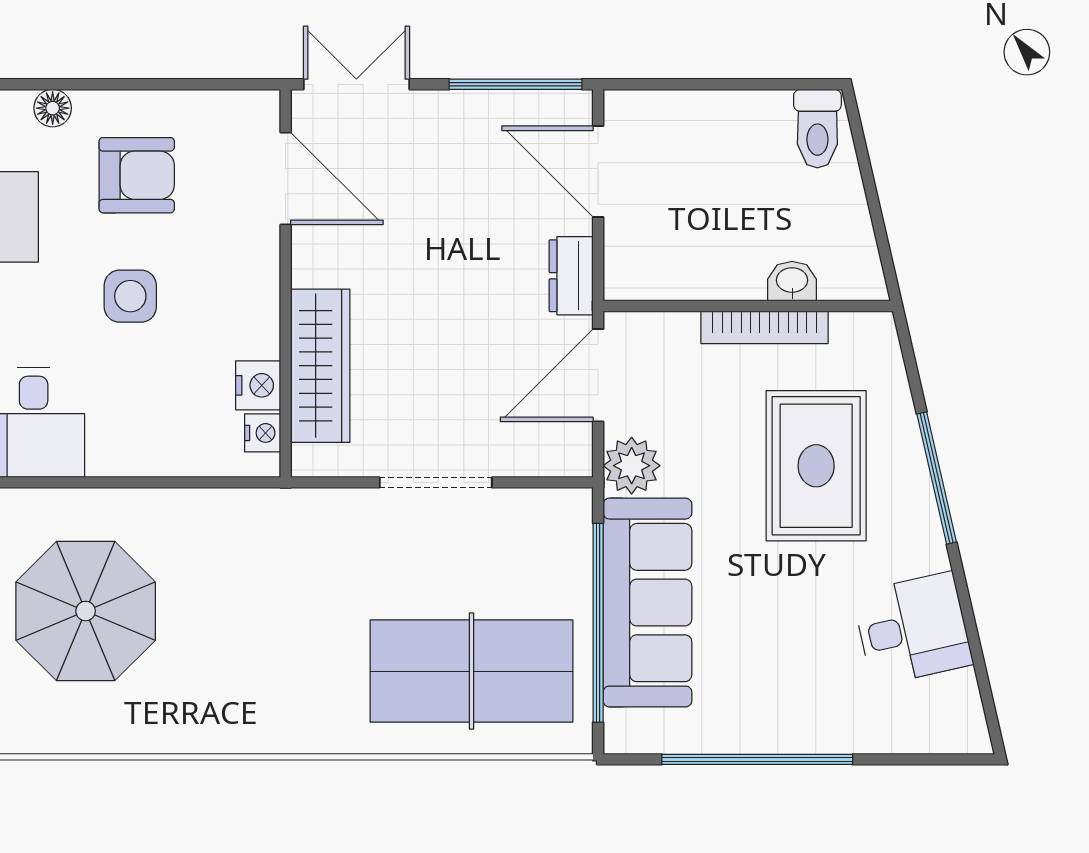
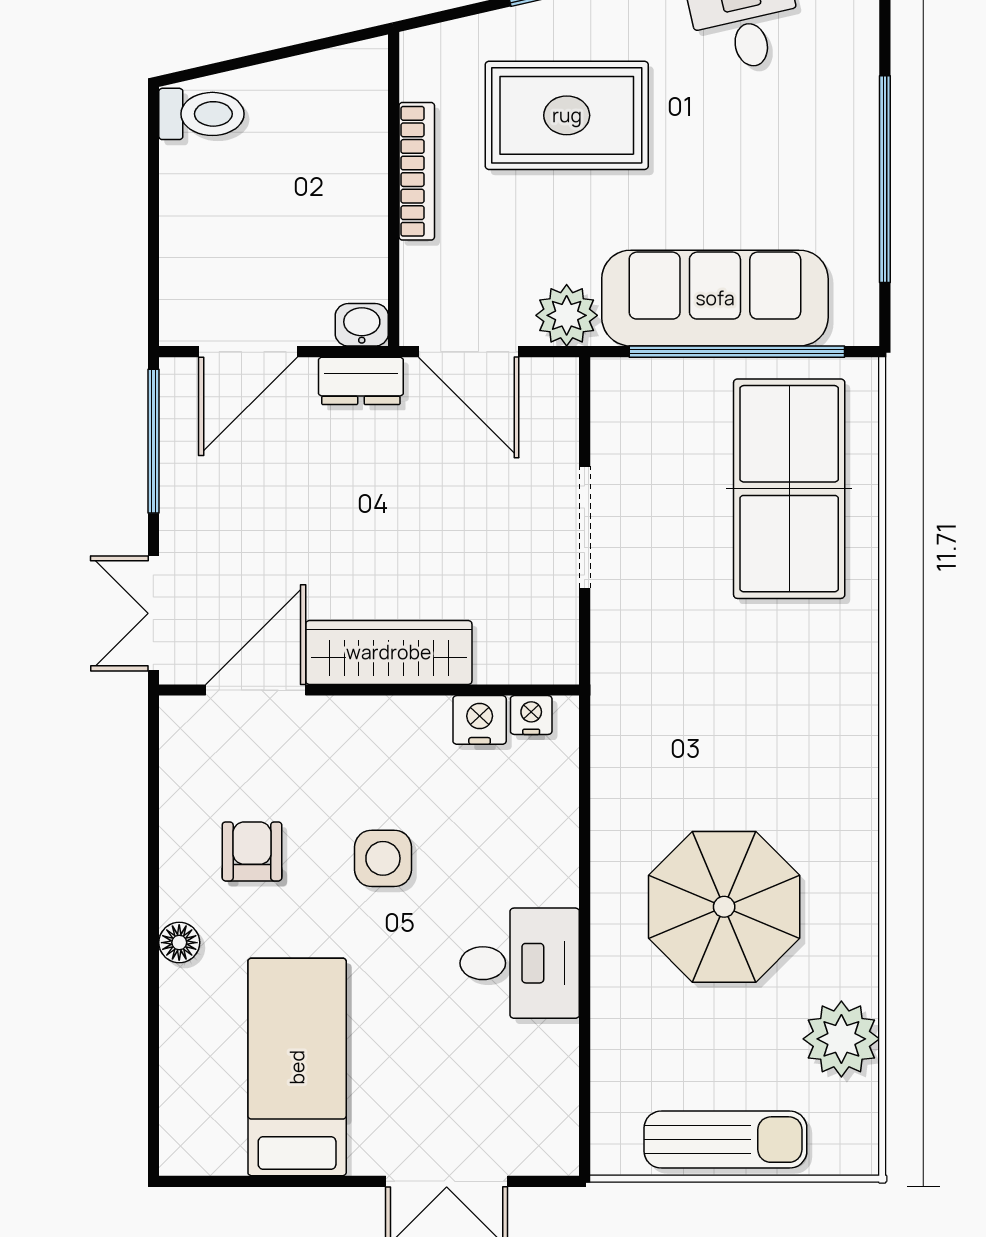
armchair: (137, 175) -> (252, 851), width x0.72, depth x0.72
washbasin: (792, 281) -> (362, 325), moved, turned 90
wardrobe: (320, 366) -> (389, 652), moved

